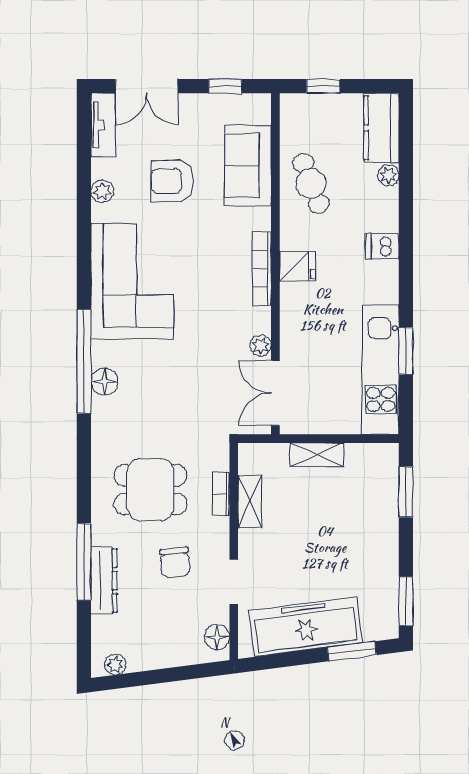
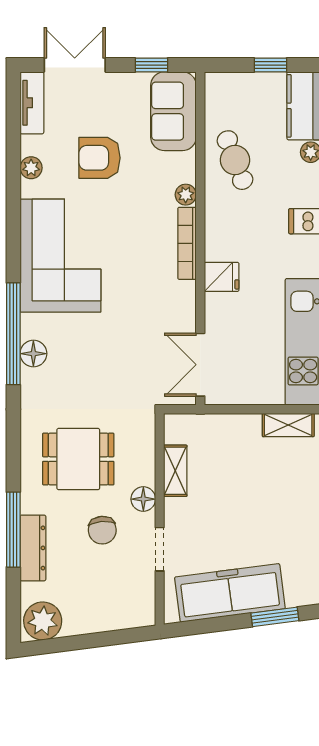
double door: (147, 86) -> (75, 65), swing flipped
window: (323, 86) -> (270, 65), moved
sofa: (248, 166) -> (173, 111), moved
fridge: (297, 266) -> (222, 277), moved
plant: (260, 346) -> (186, 195), moved
shelving: (317, 455) -> (288, 425), moved
bookcase: (221, 494) -> (147, 463), removed
floor lamp: (217, 637) -> (143, 499), moved
plant: (115, 664) -> (43, 621), width x1.87, depth x1.87

